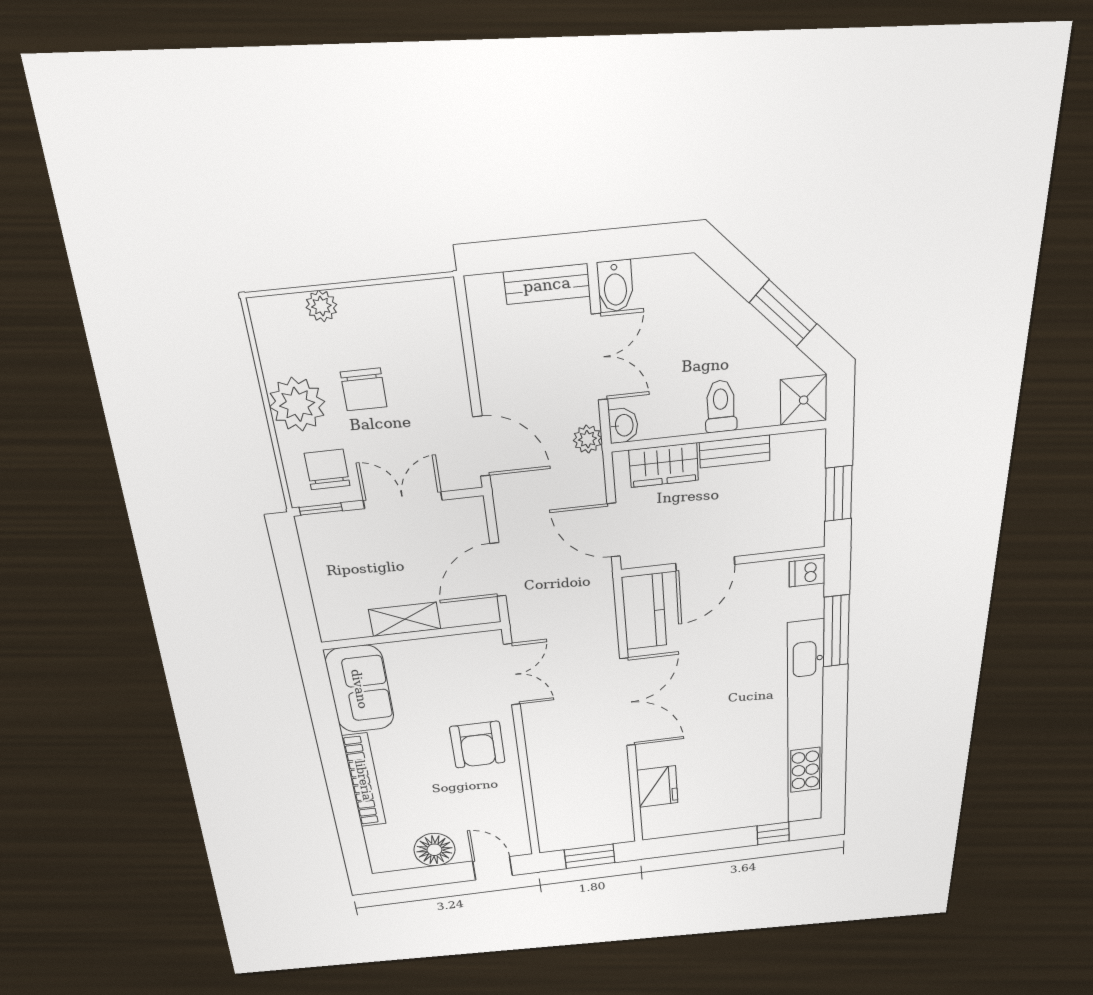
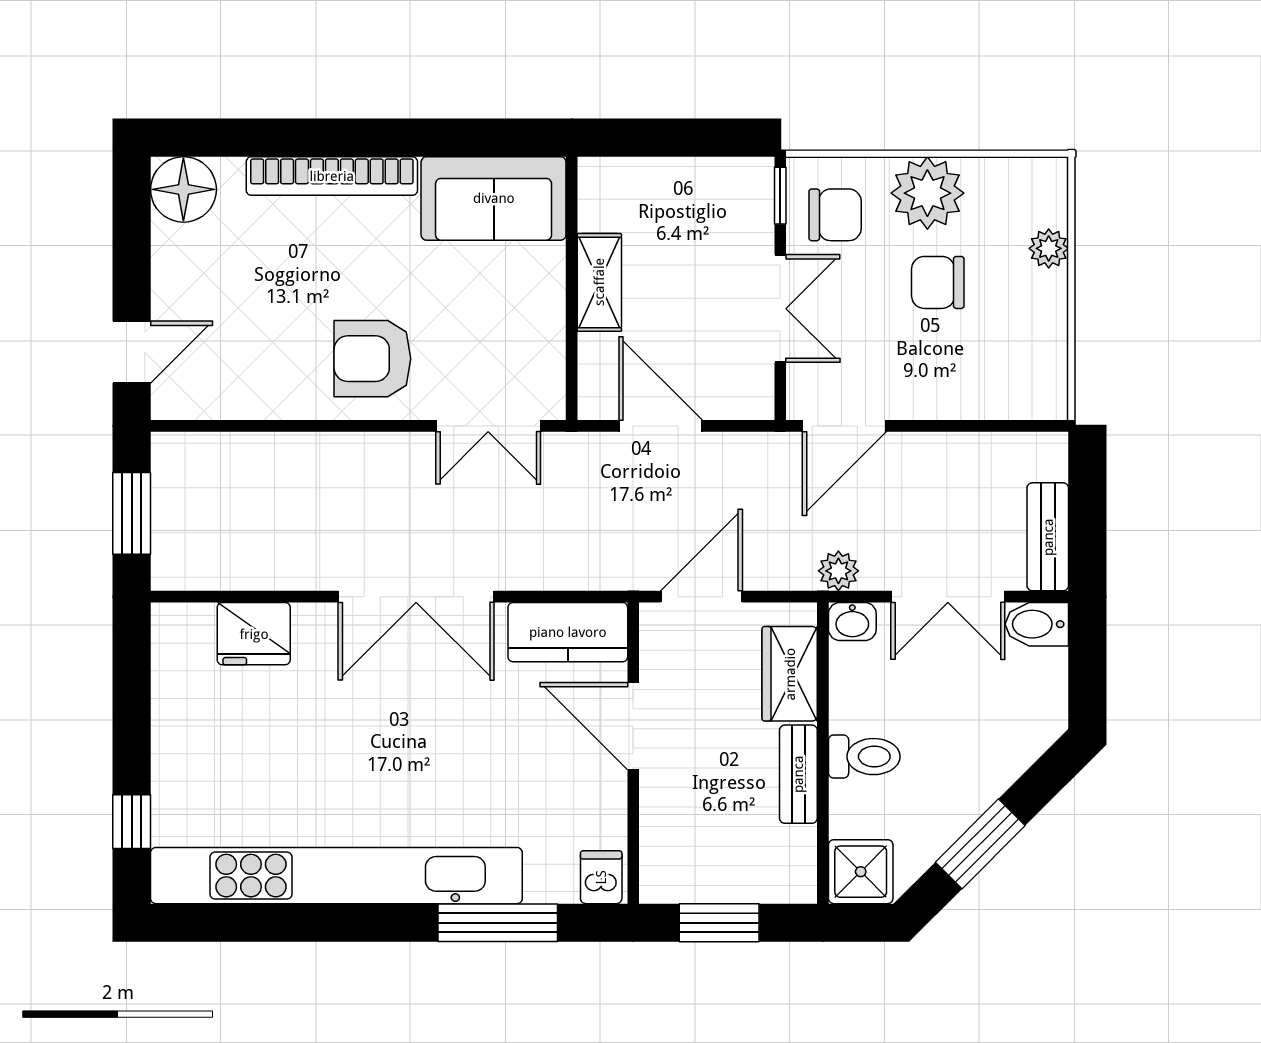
floor lamp: (434, 850) -> (183, 189), moved

